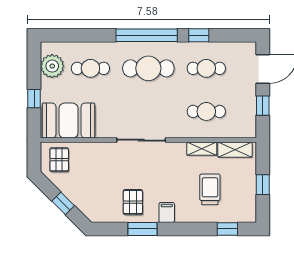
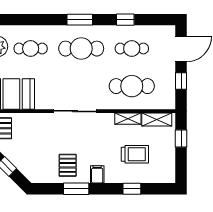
window: (147, 35) -> (80, 20), width x0.47
cafe table: (206, 111) -> (132, 86), width x1.37, depth x1.35
window: (263, 185) -> (181, 138), moved
trolley: (210, 189) -> (135, 154), turned 90
window: (227, 229) -> (132, 189), moved

